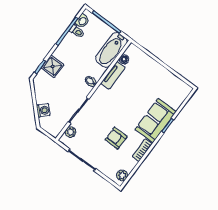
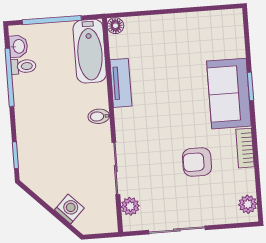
floor lamp: (124, 59) -> (115, 26), moved
shower: (53, 66) -> (31, 140), removed

